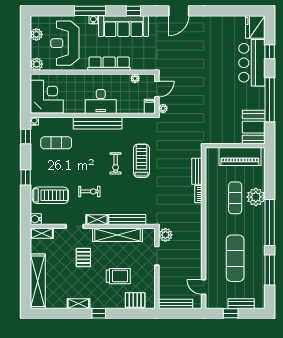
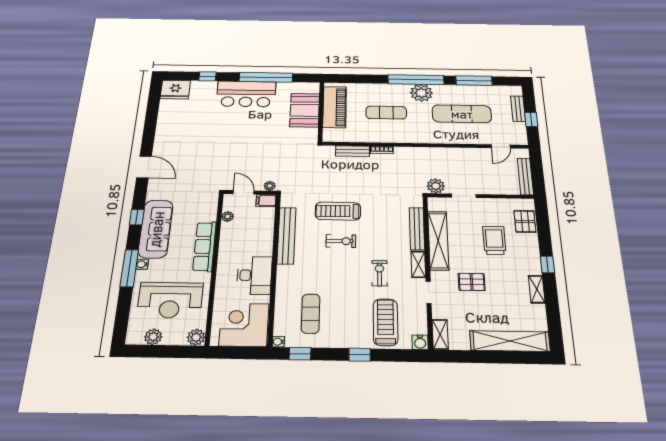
bar counter: (252, 63) -> (246, 94), moved
desk: (101, 101) -> (254, 275), moved
bench: (98, 123) -> (287, 235), moved
booth: (254, 127) -> (305, 110), moved, turned 90
plant: (256, 197) -> (421, 93), moved

